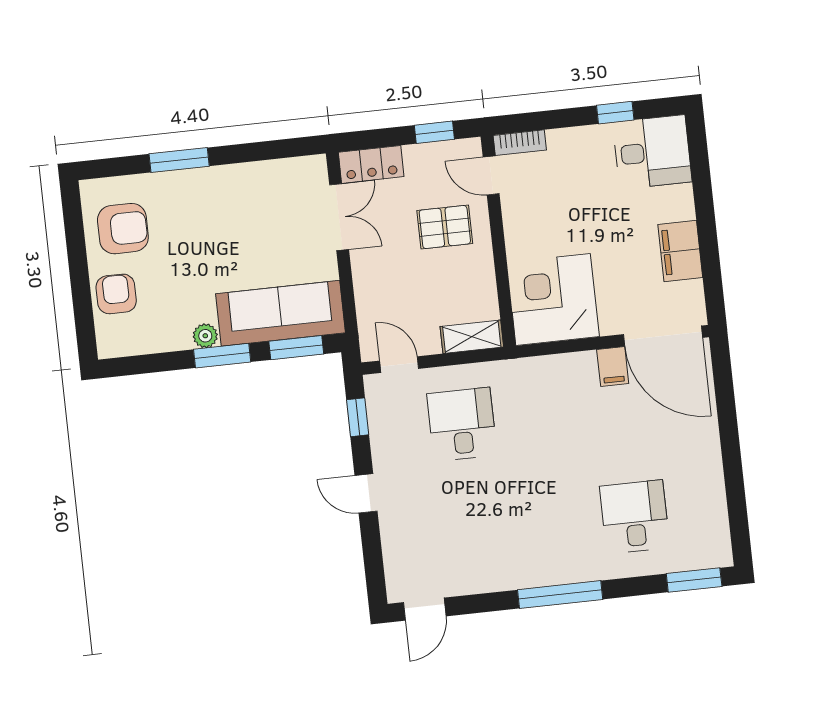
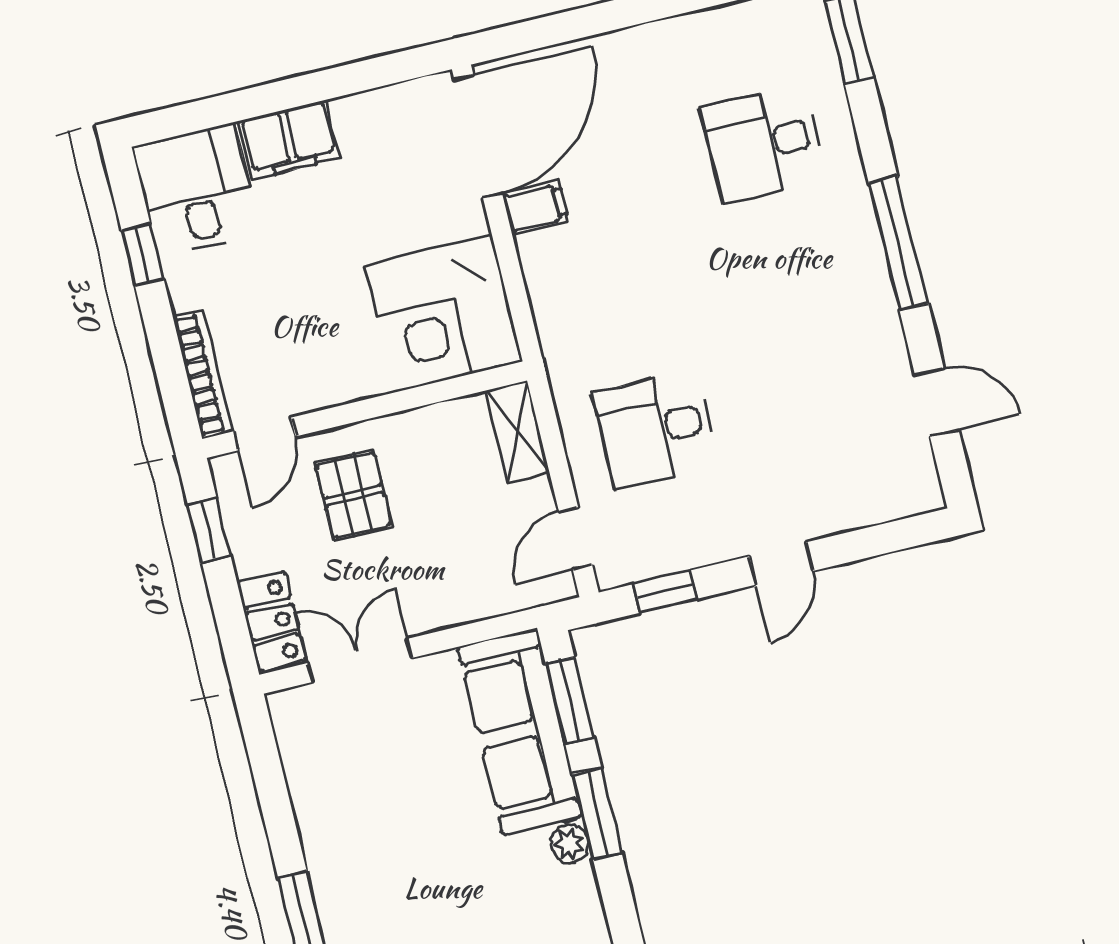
bookcase: (520, 143) -> (203, 374), width x1.56
filing cabinet: (680, 251) -> (289, 140), moved
door: (425, 609) -> (937, 402), moved

